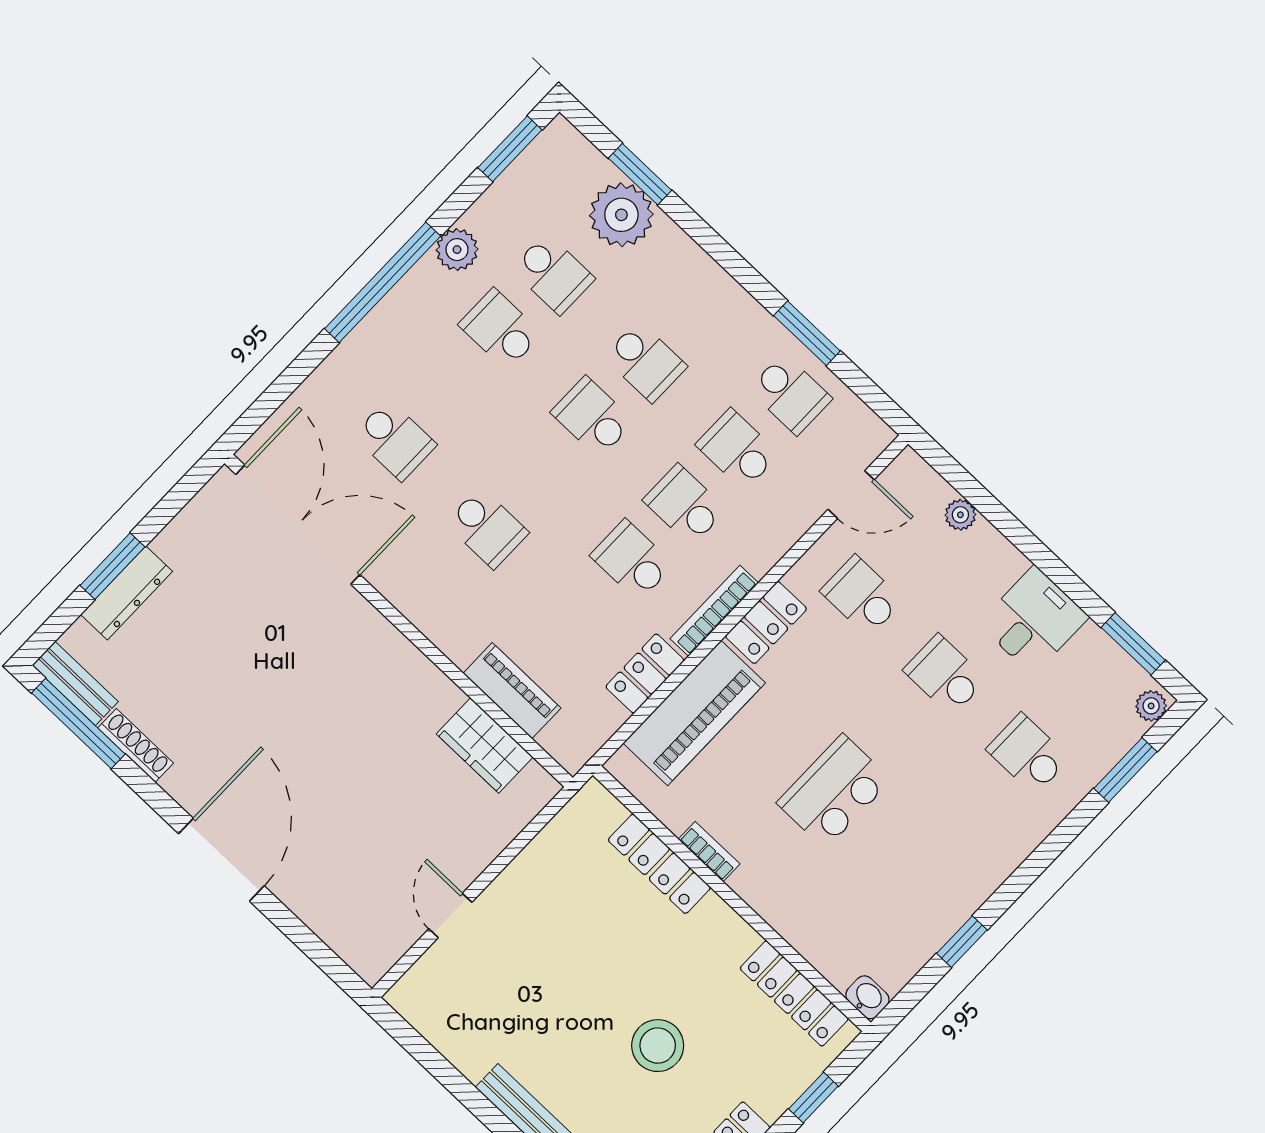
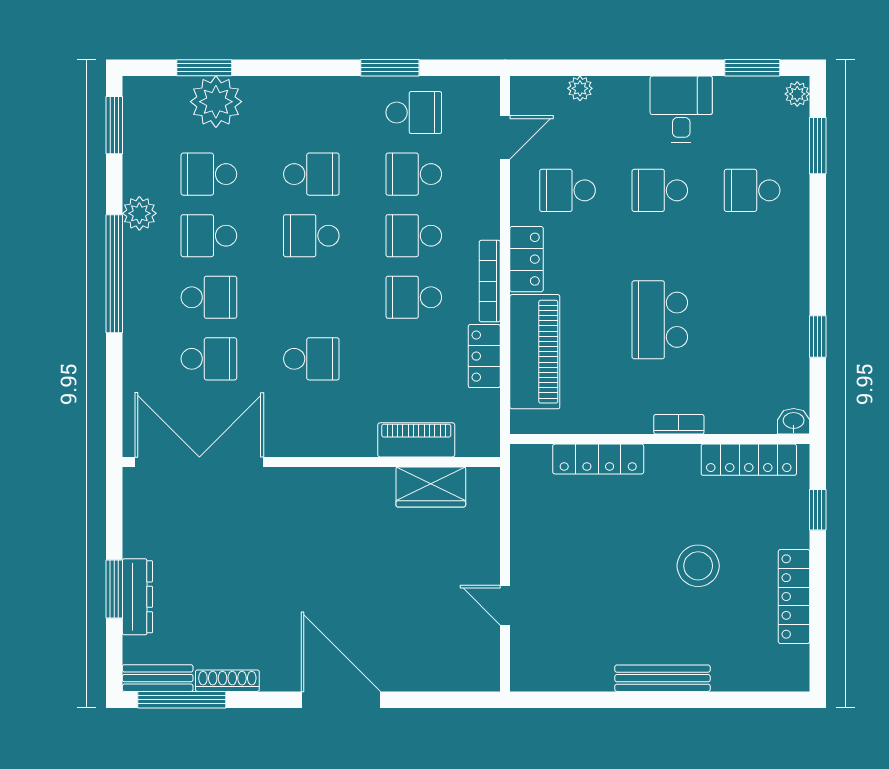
school desk: (553, 274) -> (209, 174), turned 180
school desk: (448, 385) -> (209, 297), added
bookcase: (709, 852) -> (679, 424), moved

